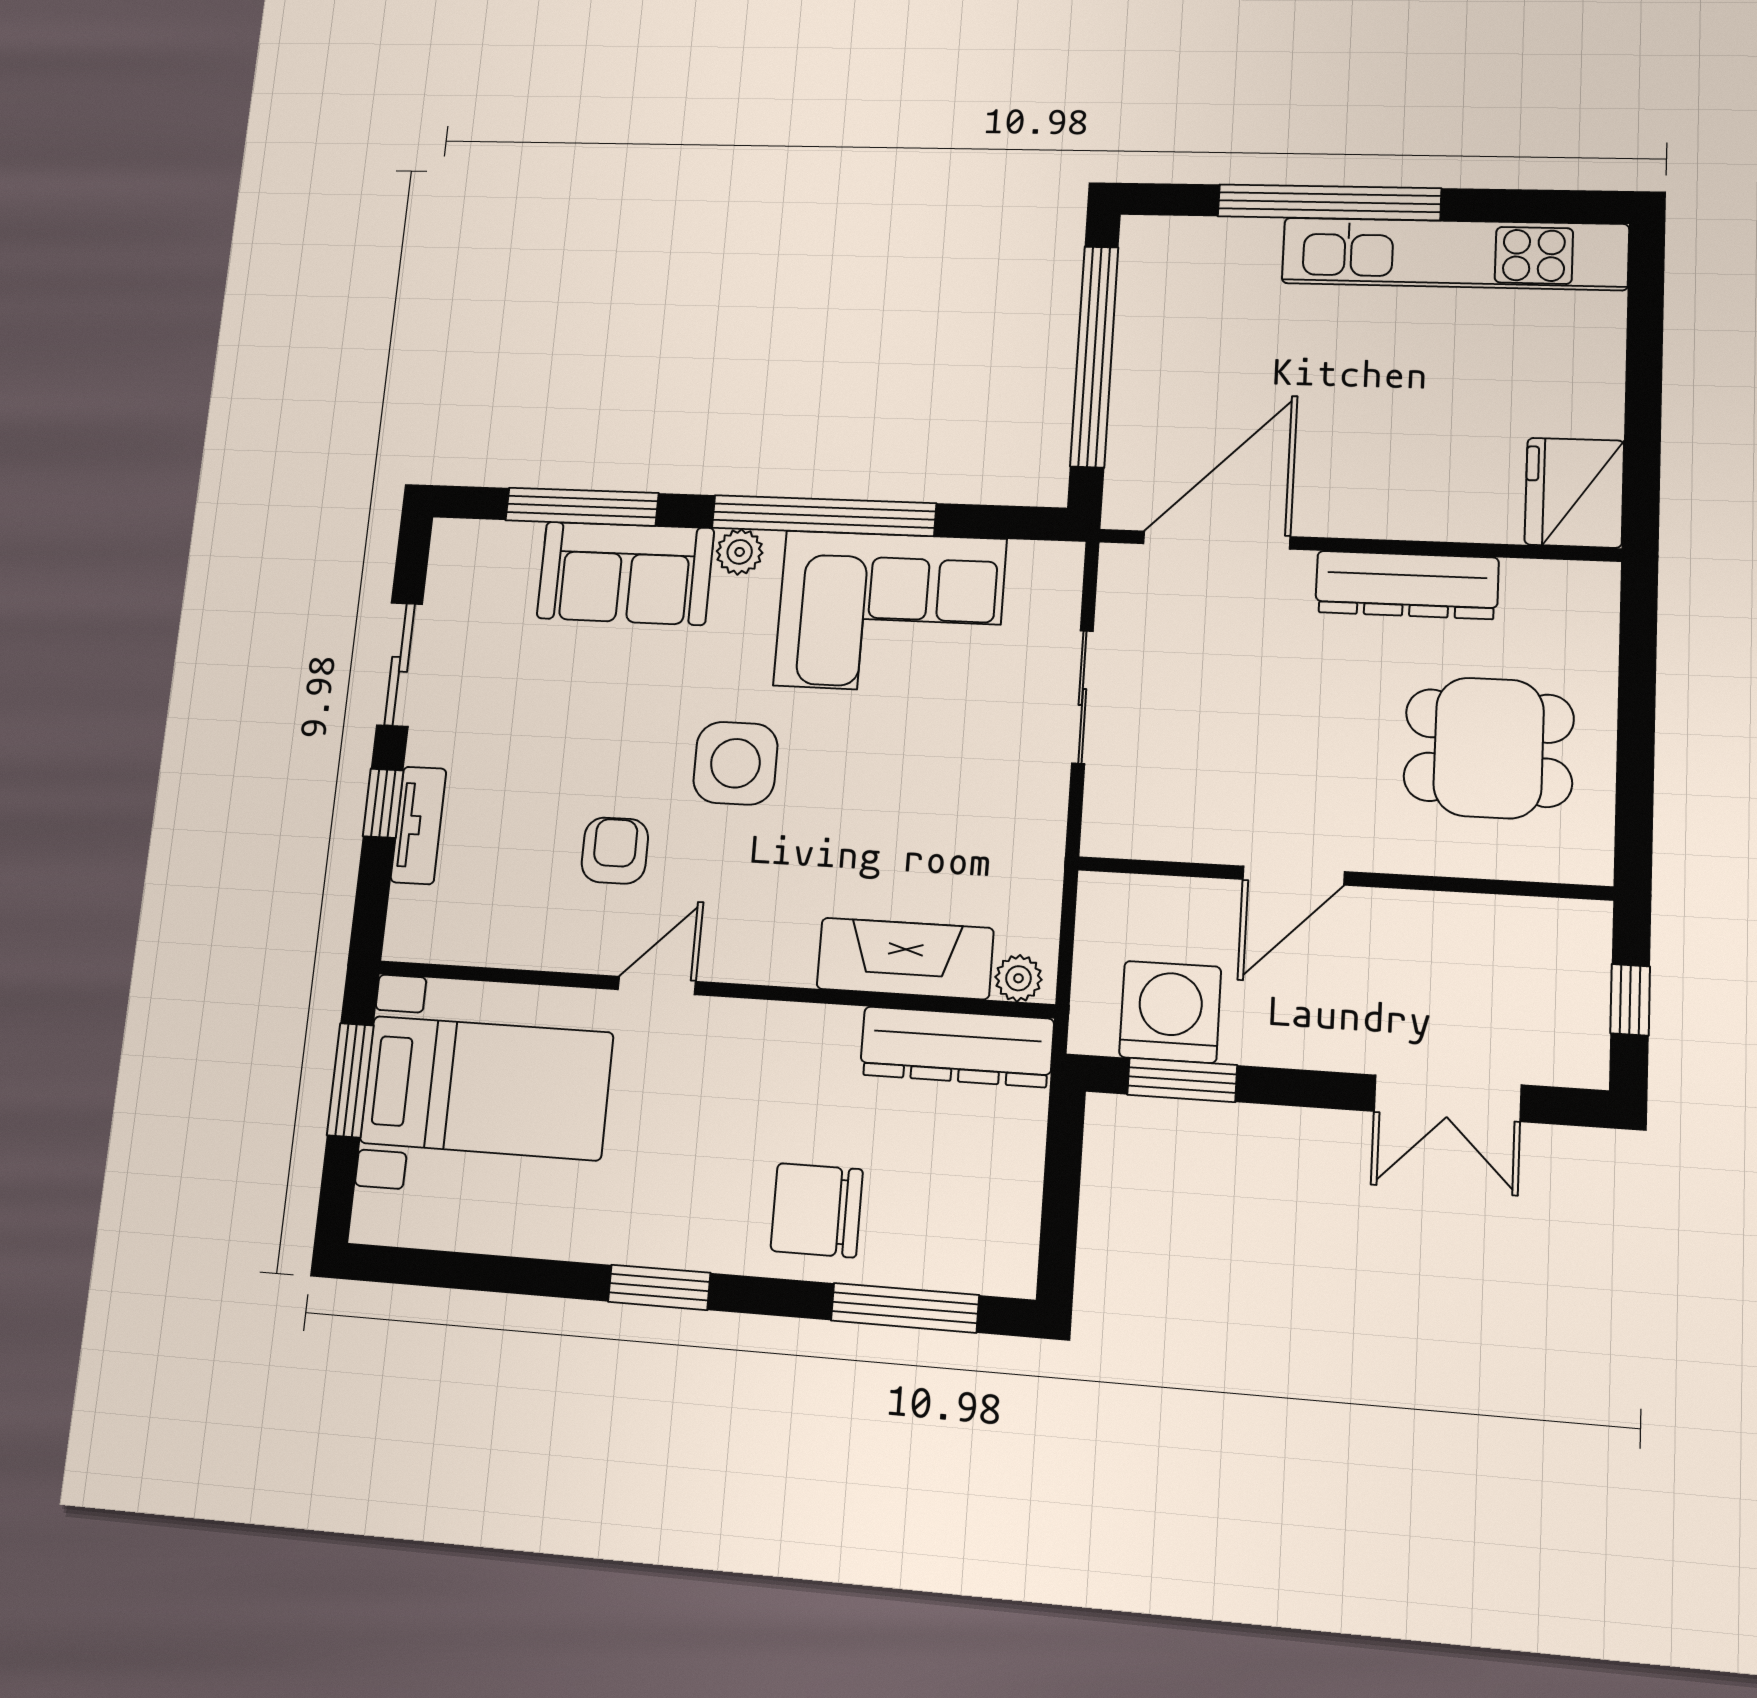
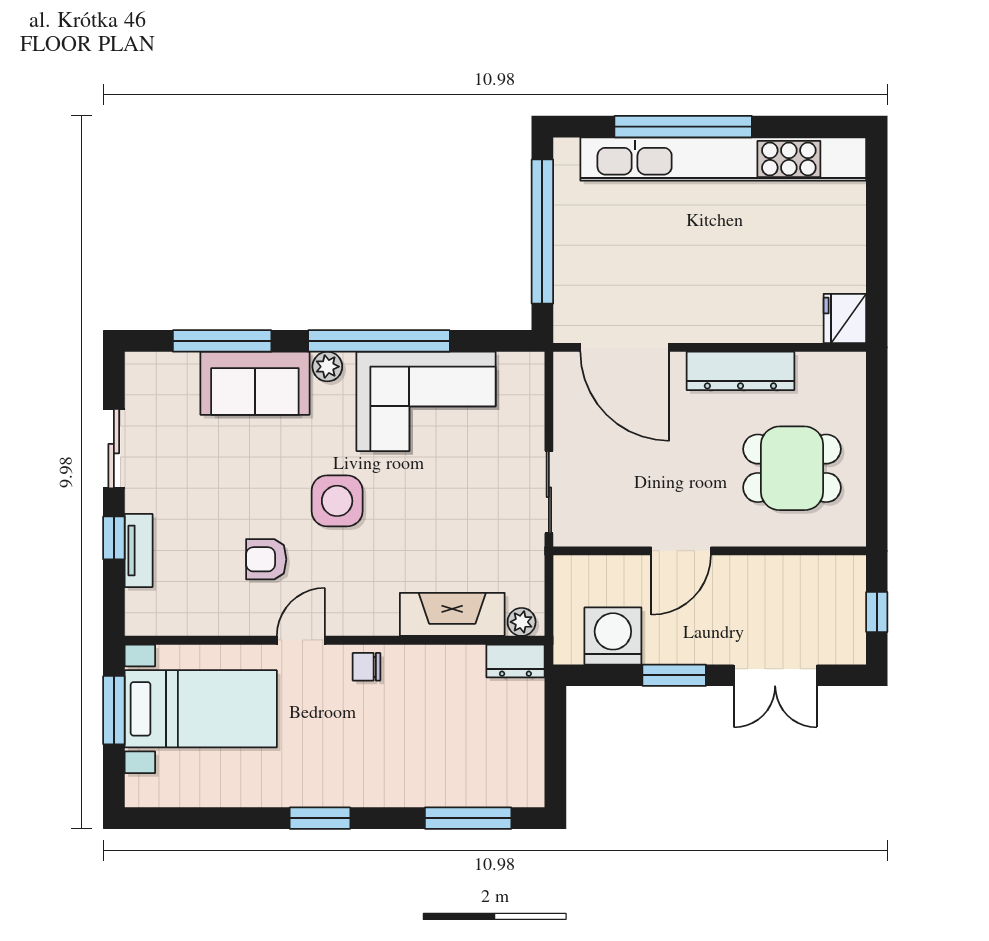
kitchen unit: (1454, 254) -> (723, 159), width x1.36
fridge: (1574, 493) -> (845, 318), width x0.73, depth x0.75
door: (1217, 540) -> (625, 347), swing flipped
sliding door: (1082, 697) -> (549, 492), moved
armchair: (615, 851) -> (266, 559), turned -90
dresser: (957, 1047) -> (515, 661), width x0.51, depth x0.80
window: (1182, 1080) -> (674, 675), moved
chair: (817, 1210) -> (366, 667), moved, width x0.54, depth x0.54

